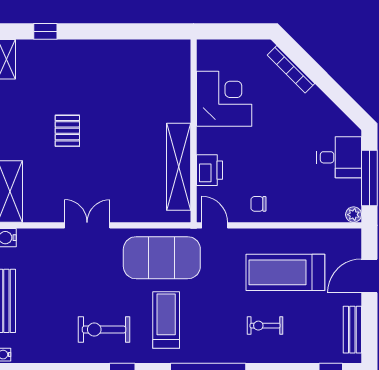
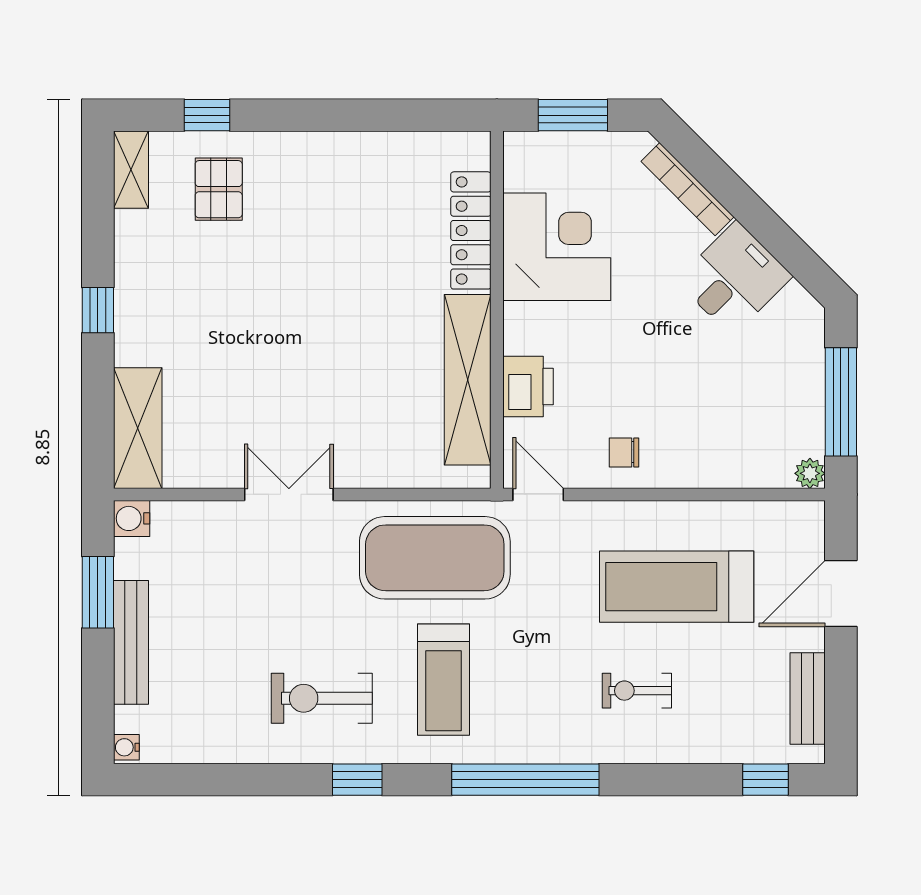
window: (232, 31) -> (573, 115), added
locker: (180, 90) -> (471, 230), added
pallet: (67, 131) -> (219, 189), moved
desk: (339, 157) -> (734, 278), moved, turned -45
treadmill: (166, 320) -> (443, 680), turned 180

